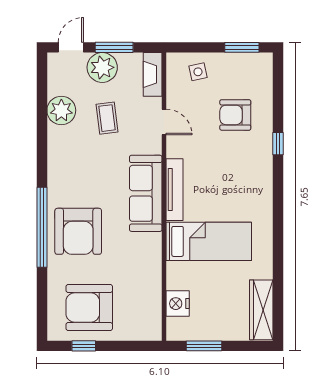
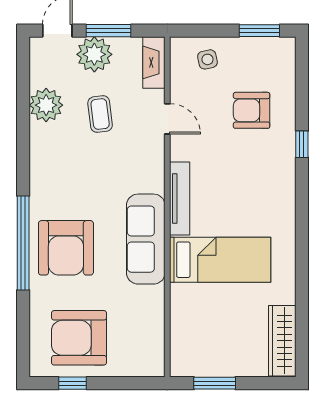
sofa: (146, 193) -> (146, 239), moved
nightstand: (178, 304) -> (183, 333), removed

